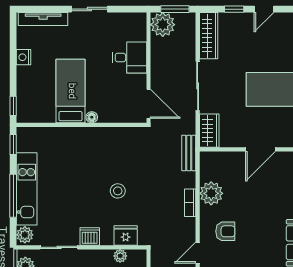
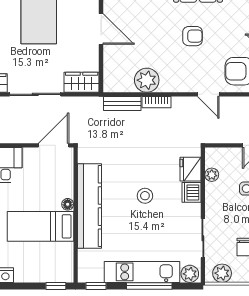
kitchen counter: (90, 138) -> (89, 206), added
bench: (189, 153) -> (122, 104), moved
stool: (118, 191) -> (145, 196), moved
armchair: (225, 231) -> (193, 36), moved, turned 90
dishwasher: (90, 236) -> (192, 192), moved

